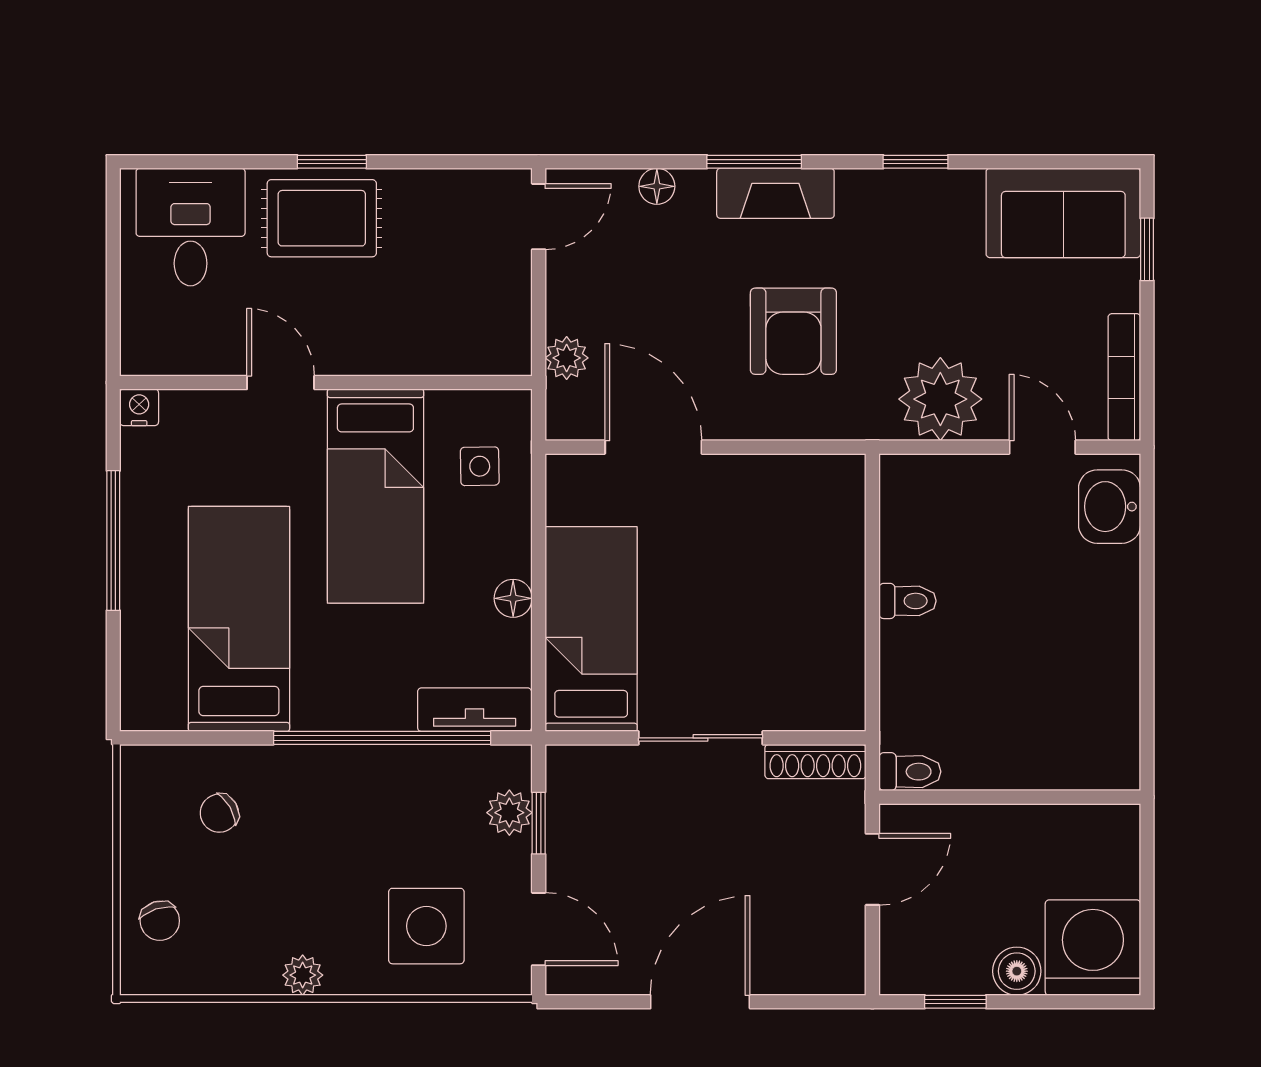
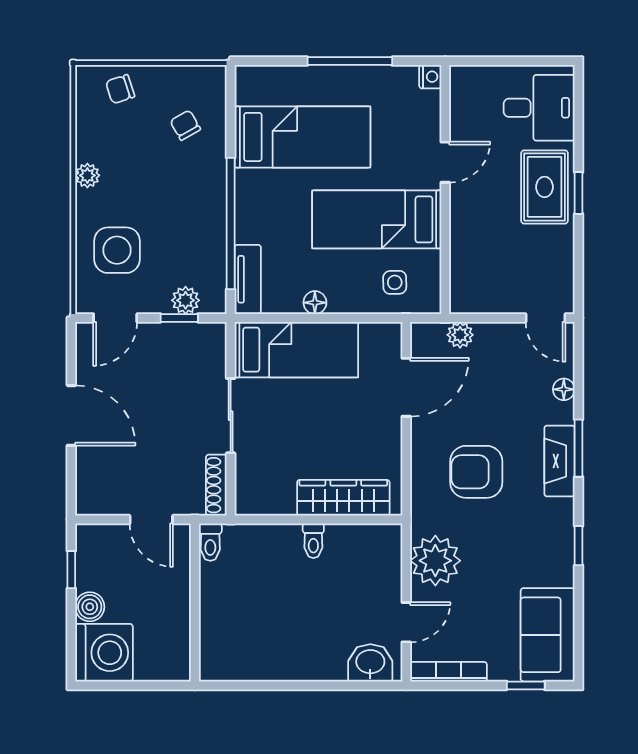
wardrobe: (836, 551) -> (343, 498), added

